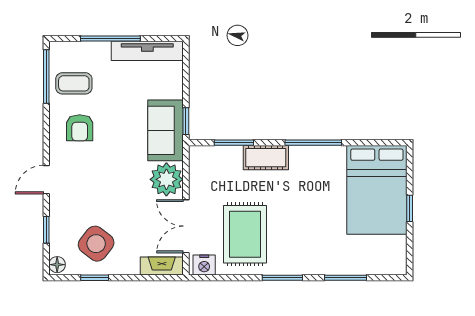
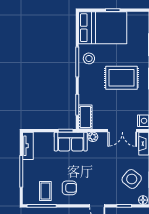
tv unit: (147, 51) -> (28, 146), width x0.71
cot: (266, 158) -> (85, 117), moved
stool: (320, 164) -> (89, 58), added
plant: (166, 179) -> (93, 137), width x0.53, depth x0.53
rug: (245, 234) -> (121, 78), moved

